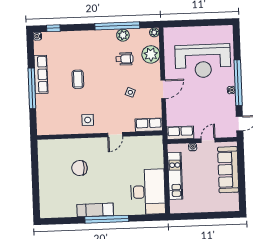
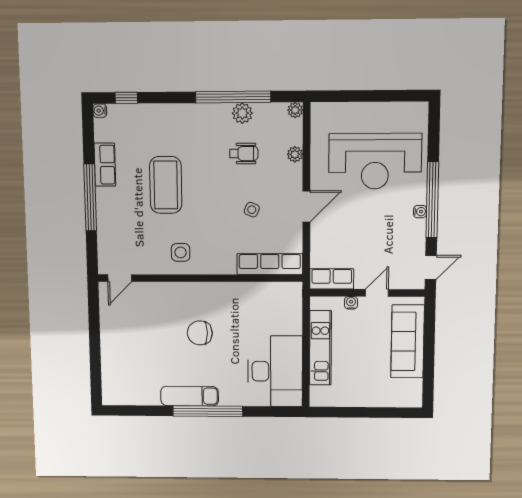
plant: (151, 54) -> (295, 154), width x0.53, depth x0.53
row of seats: (41, 74) -> (105, 165), width x0.68
coffee table: (78, 79) -> (166, 185), width x1.86, depth x1.72
row of seats: (149, 125) -> (270, 264), width x1.48
door: (115, 135) -> (120, 278), moved
chair: (80, 168) -> (200, 333), moved

